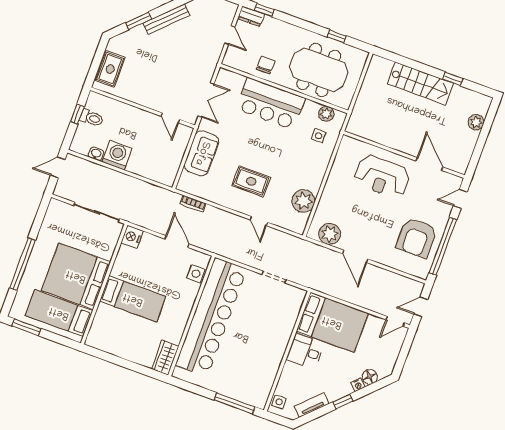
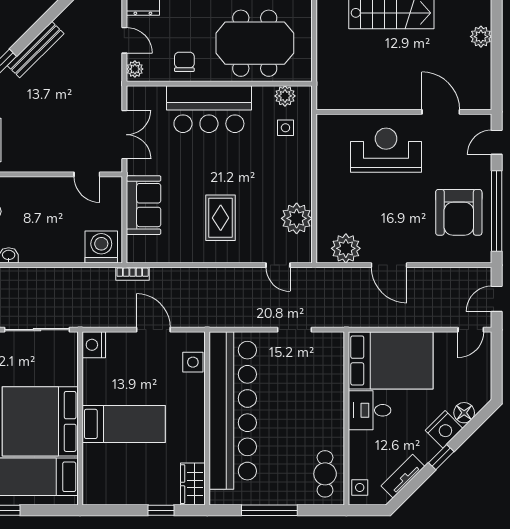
plant: (230, 57) -> (135, 69), added
washing machine: (117, 155) -> (101, 247), moved
reception desk: (382, 177) -> (386, 150), turned 180
rug: (251, 181) -> (221, 218), turned 90
bookcase: (193, 204) -> (133, 274), moved
door: (259, 221) -> (278, 265), moved
window: (137, 368) -> (161, 510), added
cafe table: (259, 384) -> (325, 474), added
nightstand: (358, 385) -> (444, 429), width x1.89, depth x1.79
window: (235, 403) -> (269, 510), moved

